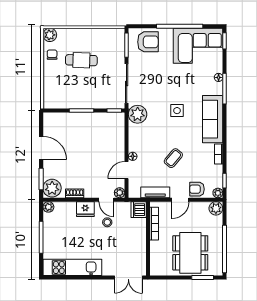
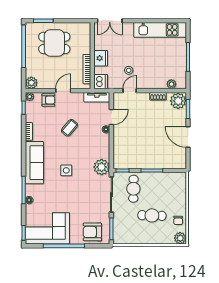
cafe table: (102, 90) -> (133, 189), added
tv unit: (155, 192) -> (97, 97), moved
plant: (120, 193) -> (118, 97), removed
door: (106, 200) -> (130, 91), hinge flipped
plant: (48, 207) -> (171, 84), moved
fridge: (85, 209) -> (101, 58), moved, turned 90
dining table: (190, 253) -> (54, 43), width x0.73
double door: (128, 278) -> (110, 21), swing flipped

